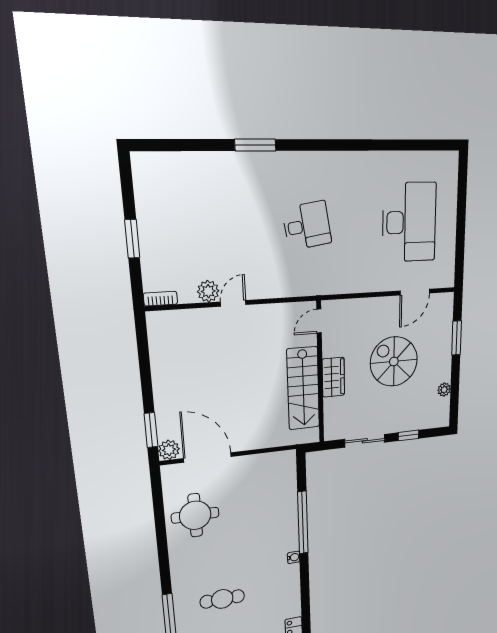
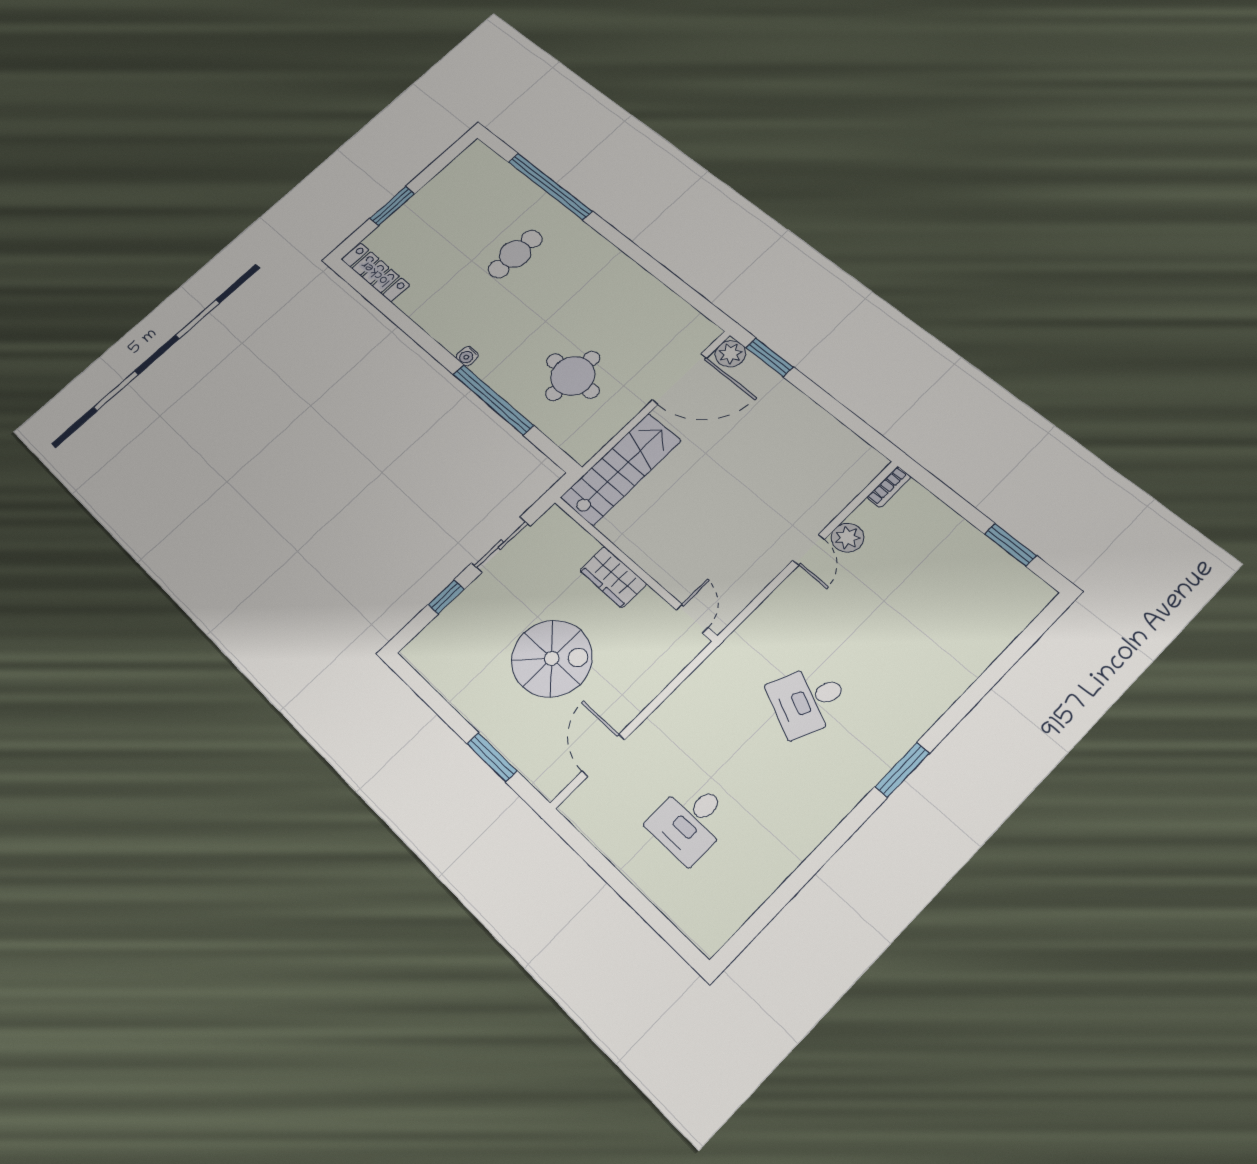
window: (255, 145) -> (902, 770), moved
desk: (409, 222) -> (690, 821), width x0.53, depth x0.77
desk: (307, 226) -> (808, 700), turned 33
window: (132, 239) -> (1010, 545), moved
stairs: (303, 388) -> (621, 469), moved, turned 90
plant: (444, 390) -> (449, 687), removed
round table: (195, 515) -> (573, 376), moved

